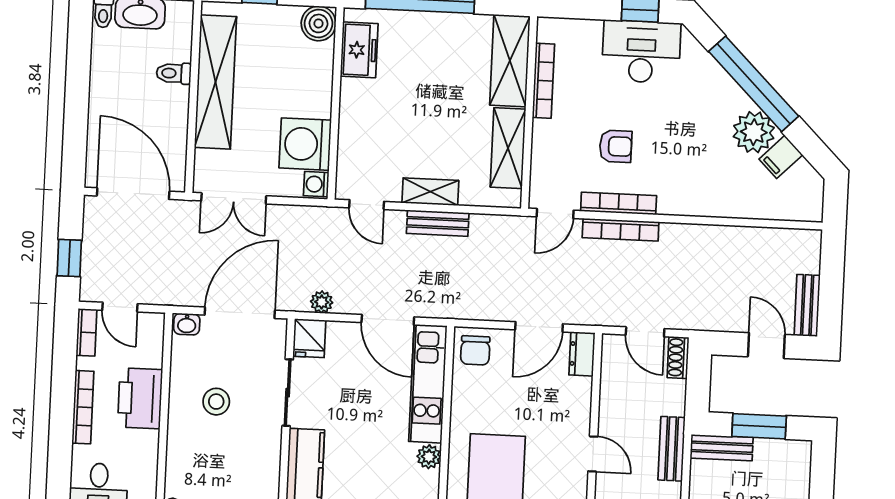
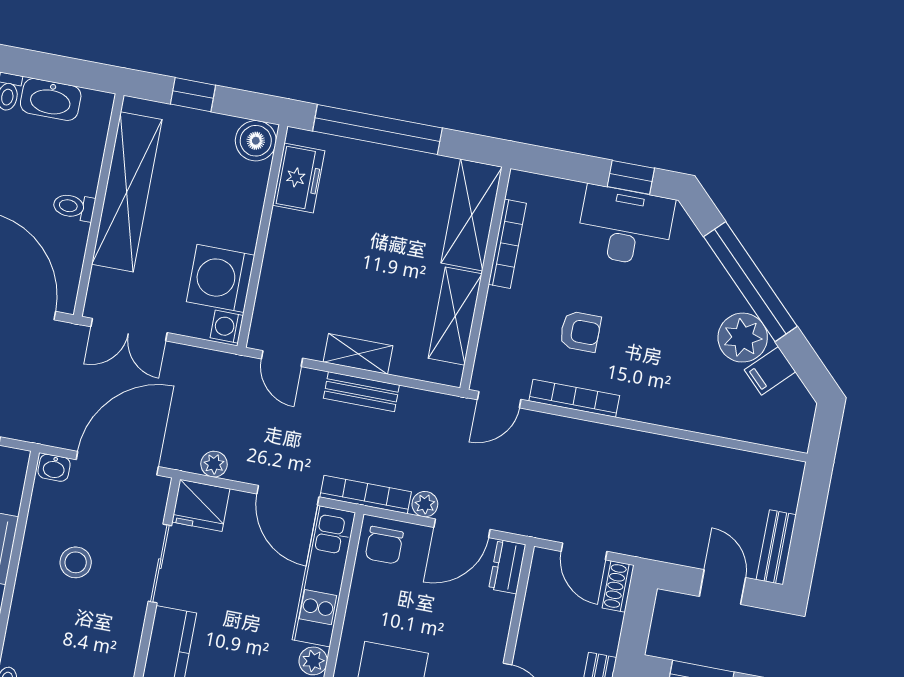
toilet: (174, 73) -> (74, 207), moved
bookcase: (621, 230) -> (366, 494), moved, turned 180
plant: (505, 311) -> (425, 504), added
fridge: (309, 338) -> (201, 505), width x1.38

